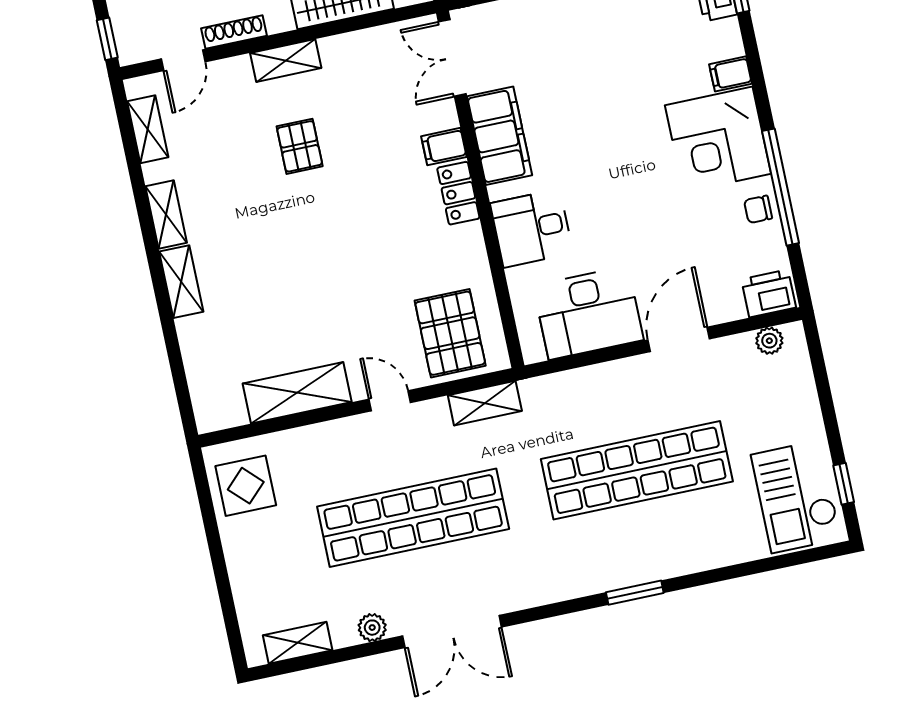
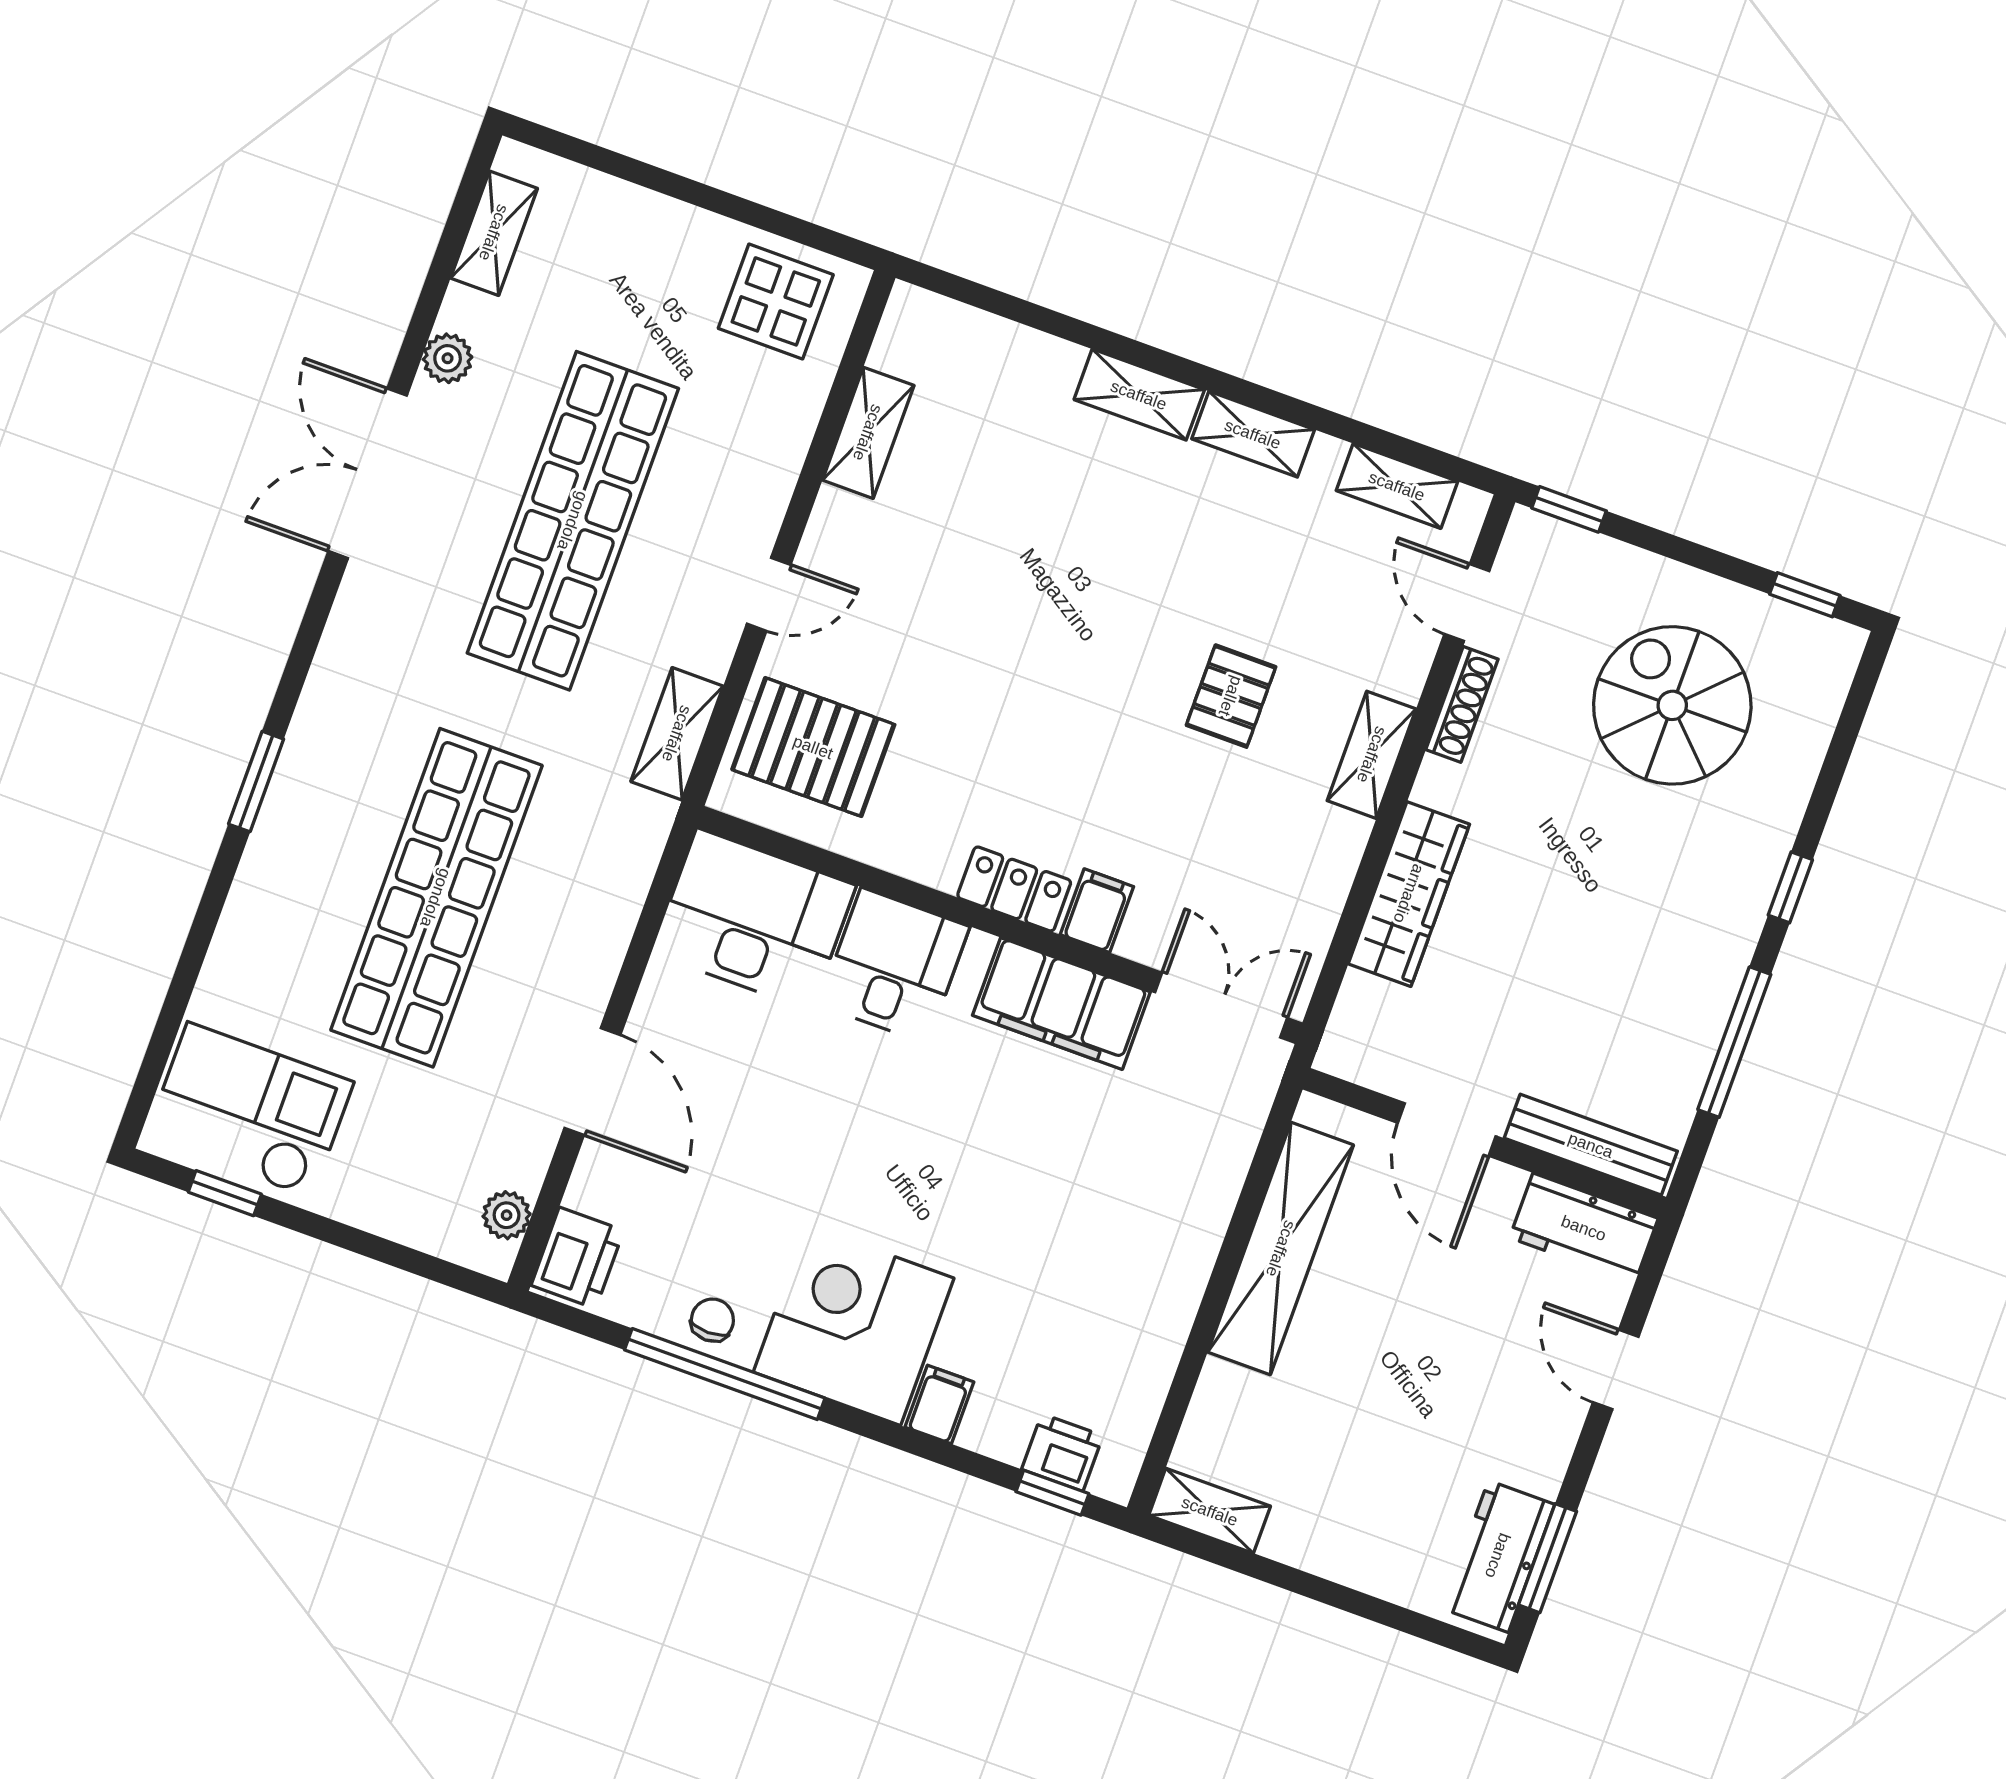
pallet: (300, 146) -> (1231, 696), turned 90
desk: (588, 313) -> (754, 919), moved, turned 90
shelving: (297, 393) -> (868, 433), width x0.67, depth x0.75

